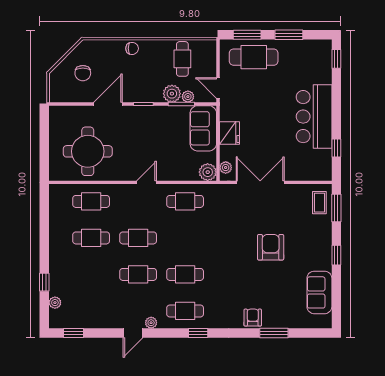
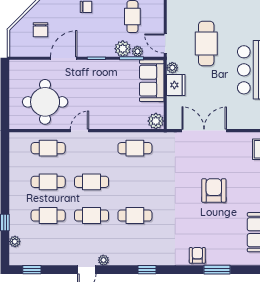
cafe table: (254, 57) -> (206, 43), moved, turned 90
plant: (226, 168) -> (172, 68), moved
door: (146, 182) -> (80, 131), moved
cafe table: (185, 311) -> (48, 216), moved

